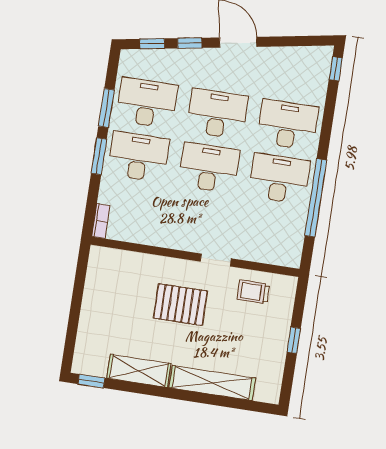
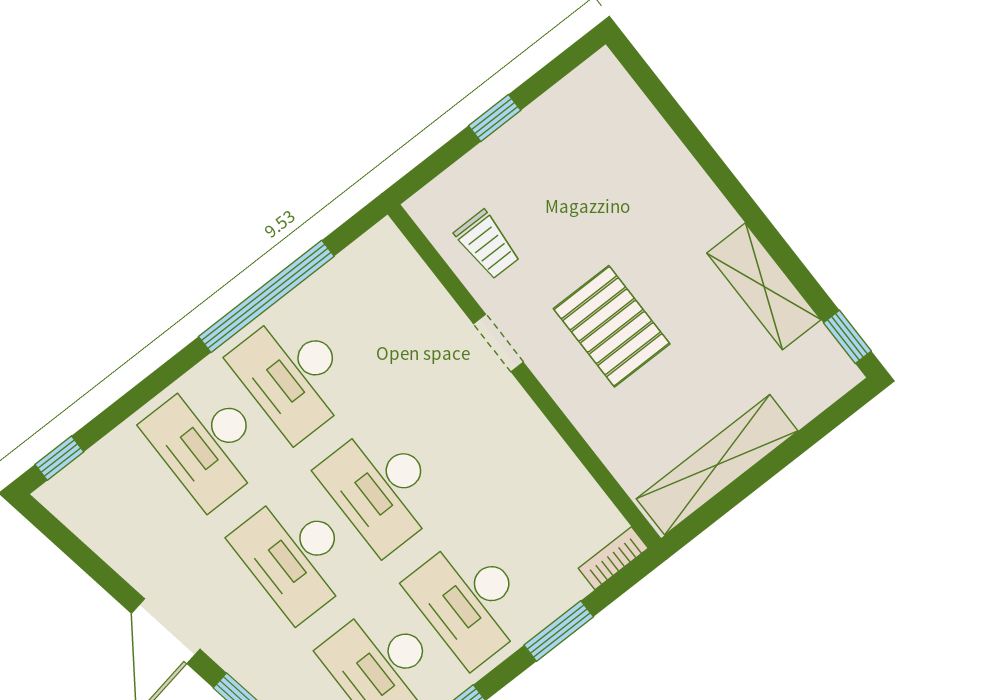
window: (99, 156) -> (559, 631), moved
shelving: (212, 383) -> (717, 465), moved, turned 90

